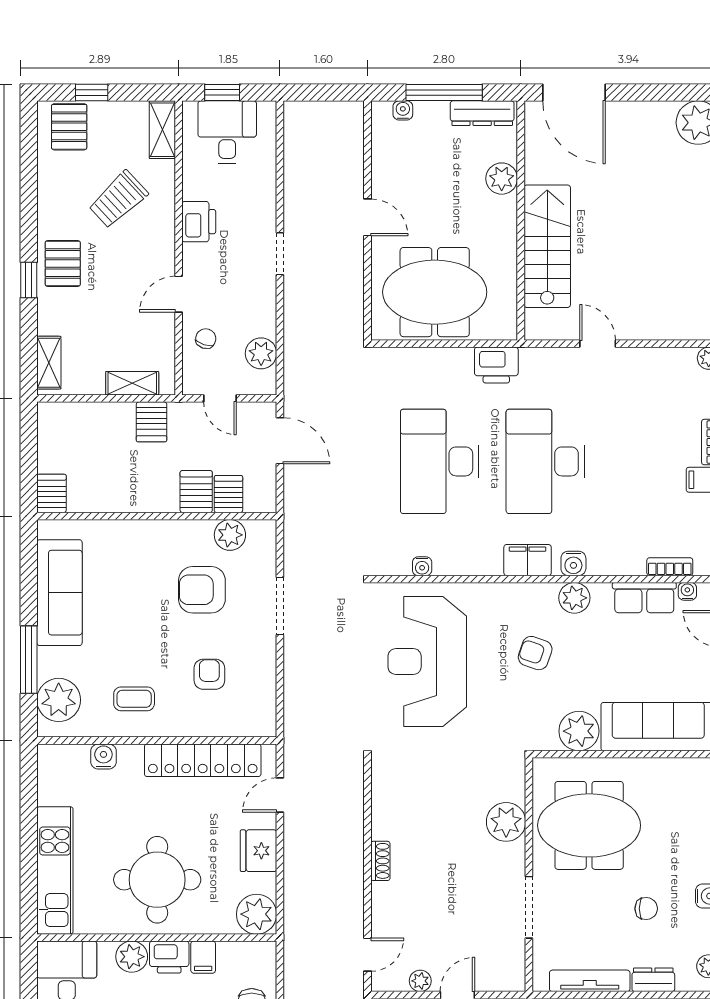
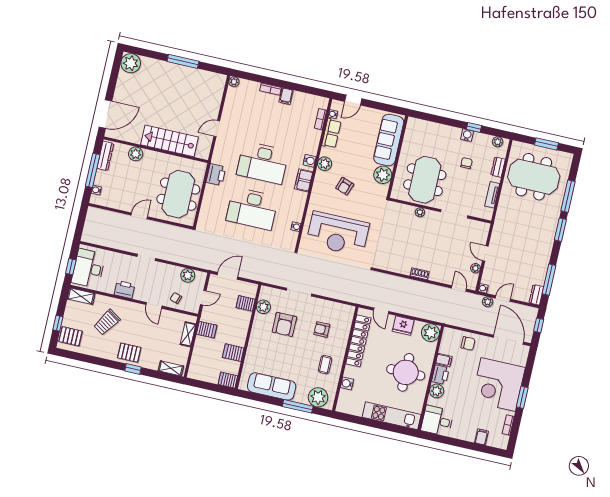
desk: (227, 132) -> (88, 268), width x1.37
trolley: (118, 199) -> (107, 322), turned 76
server rack: (196, 492) -> (233, 353), moved
plant: (506, 822) -> (420, 212), width x0.53, depth x0.53
tv unit: (590, 981) -> (492, 195), width x0.71

